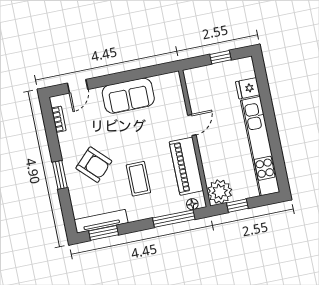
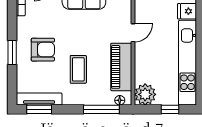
armchair: (94, 165) -> (43, 50), turned -45
window: (237, 206) -> (170, 109), moved

